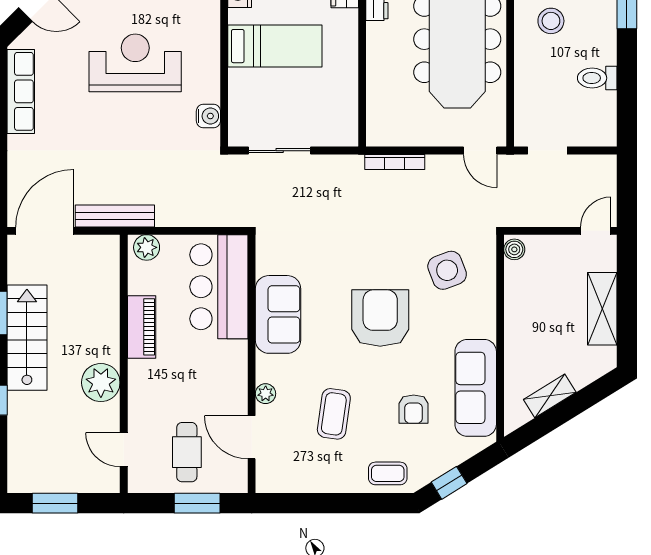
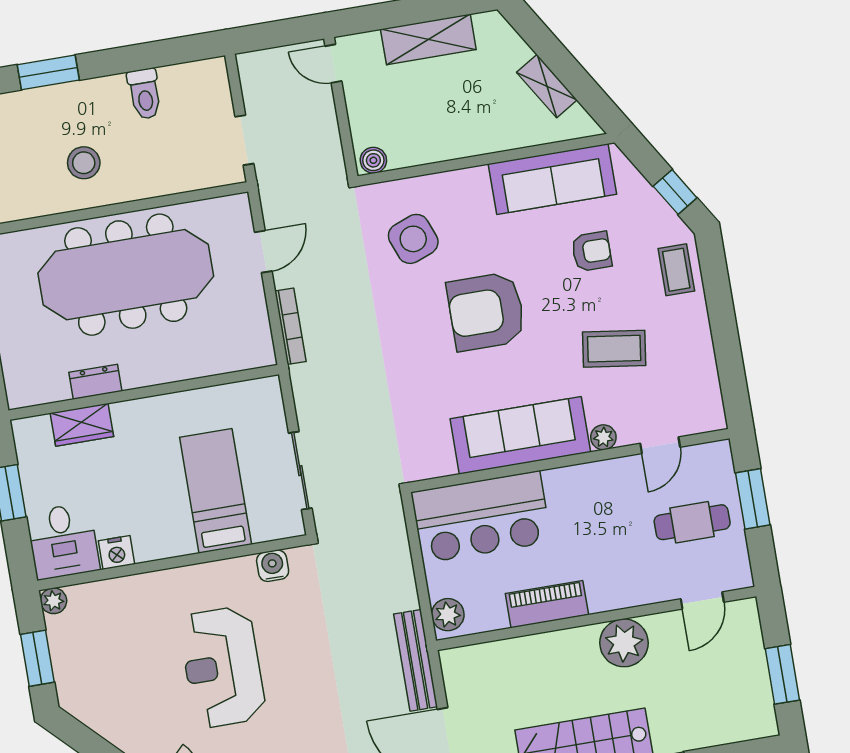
bed: (275, 46) -> (216, 491), moved
door: (480, 151) -> (263, 252), moved
sofa: (278, 314) -> (520, 435), width x1.36
door: (252, 437) -> (660, 445), width x0.73

